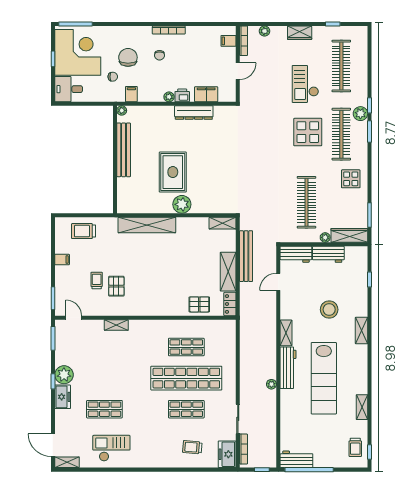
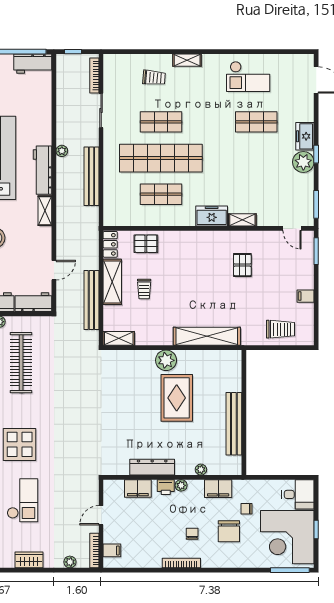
filing cabinet: (131, 94) -> (218, 489), width x2.00
plant: (122, 110) -> (201, 470), moved
trolley: (97, 281) -> (144, 289), moved
bench: (246, 362) -> (91, 176), added
freezer: (227, 454) -> (212, 216), moved, turned -90
shelving: (67, 462) -> (187, 60), moved

